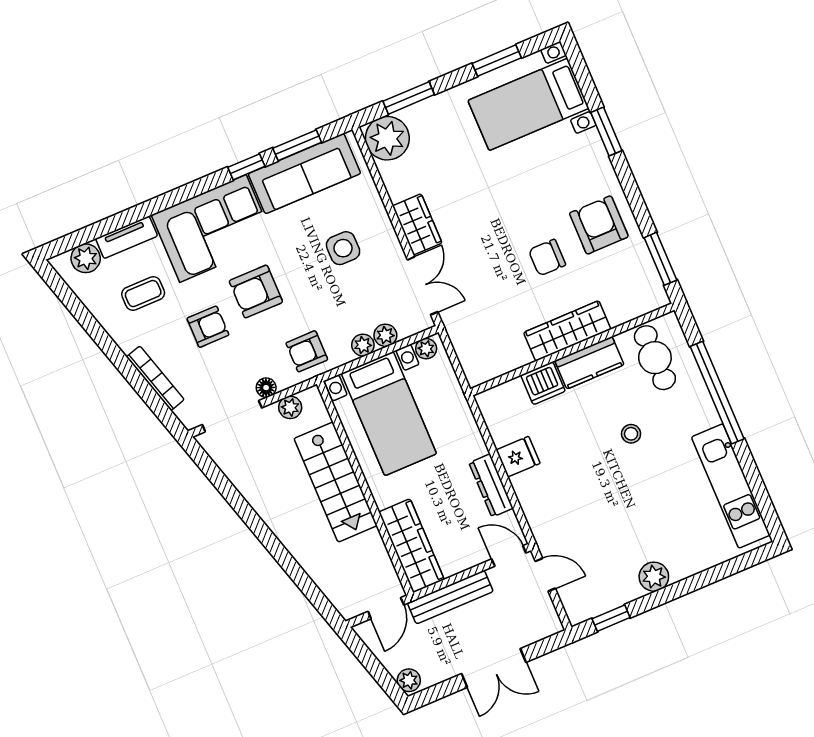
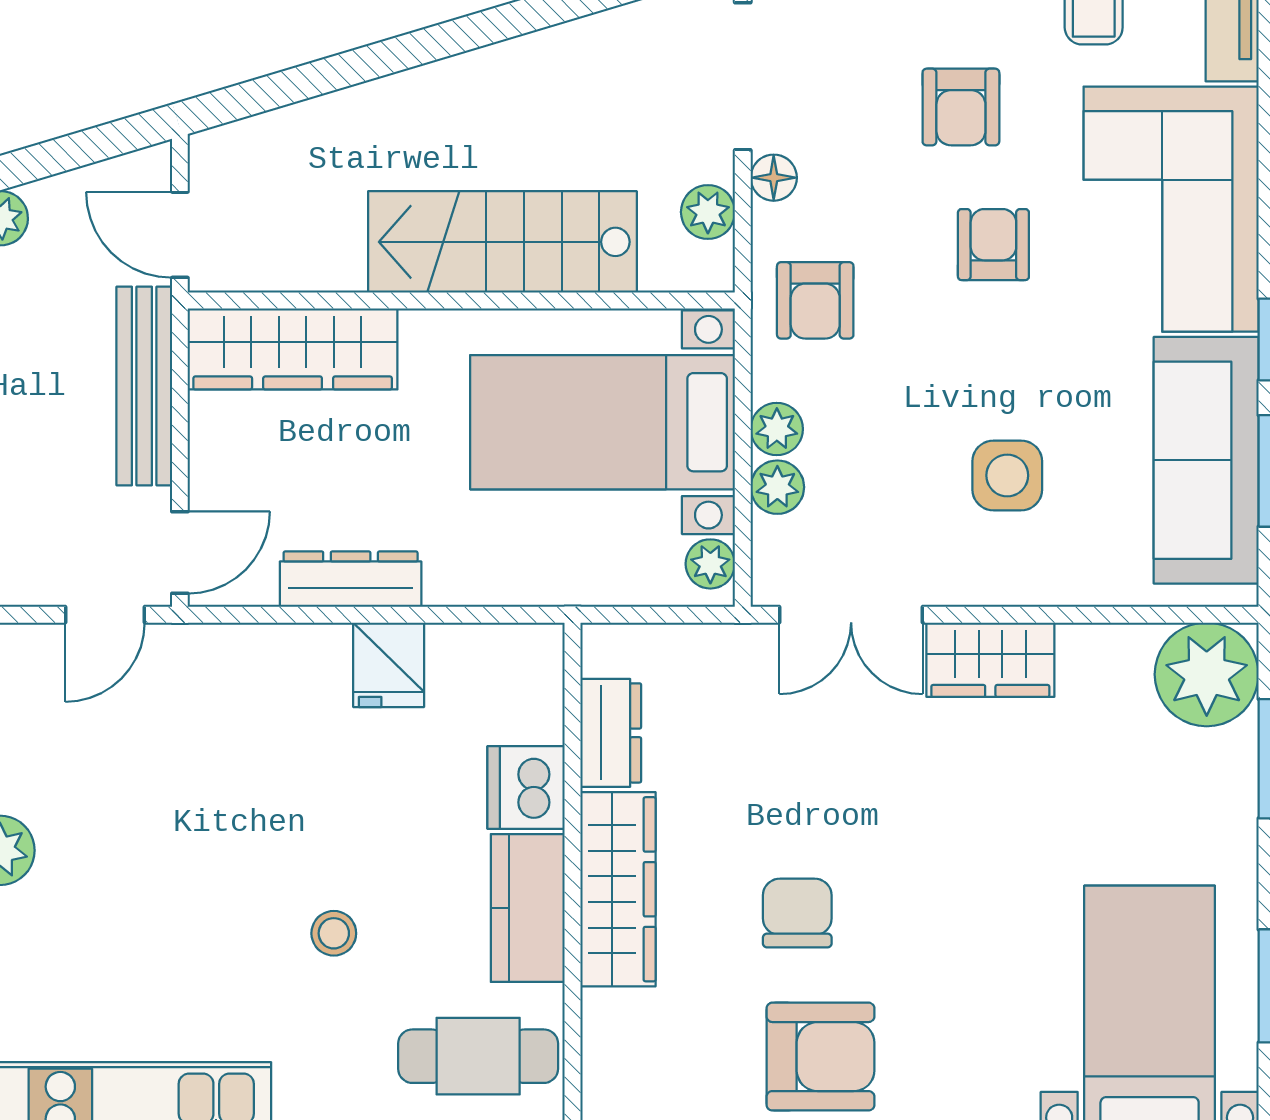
armchair: (256, 291) -> (993, 245), width x0.72, depth x0.72
armchair: (307, 351) -> (815, 300), turned 180
dresser: (508, 359) -> (611, 733), added

